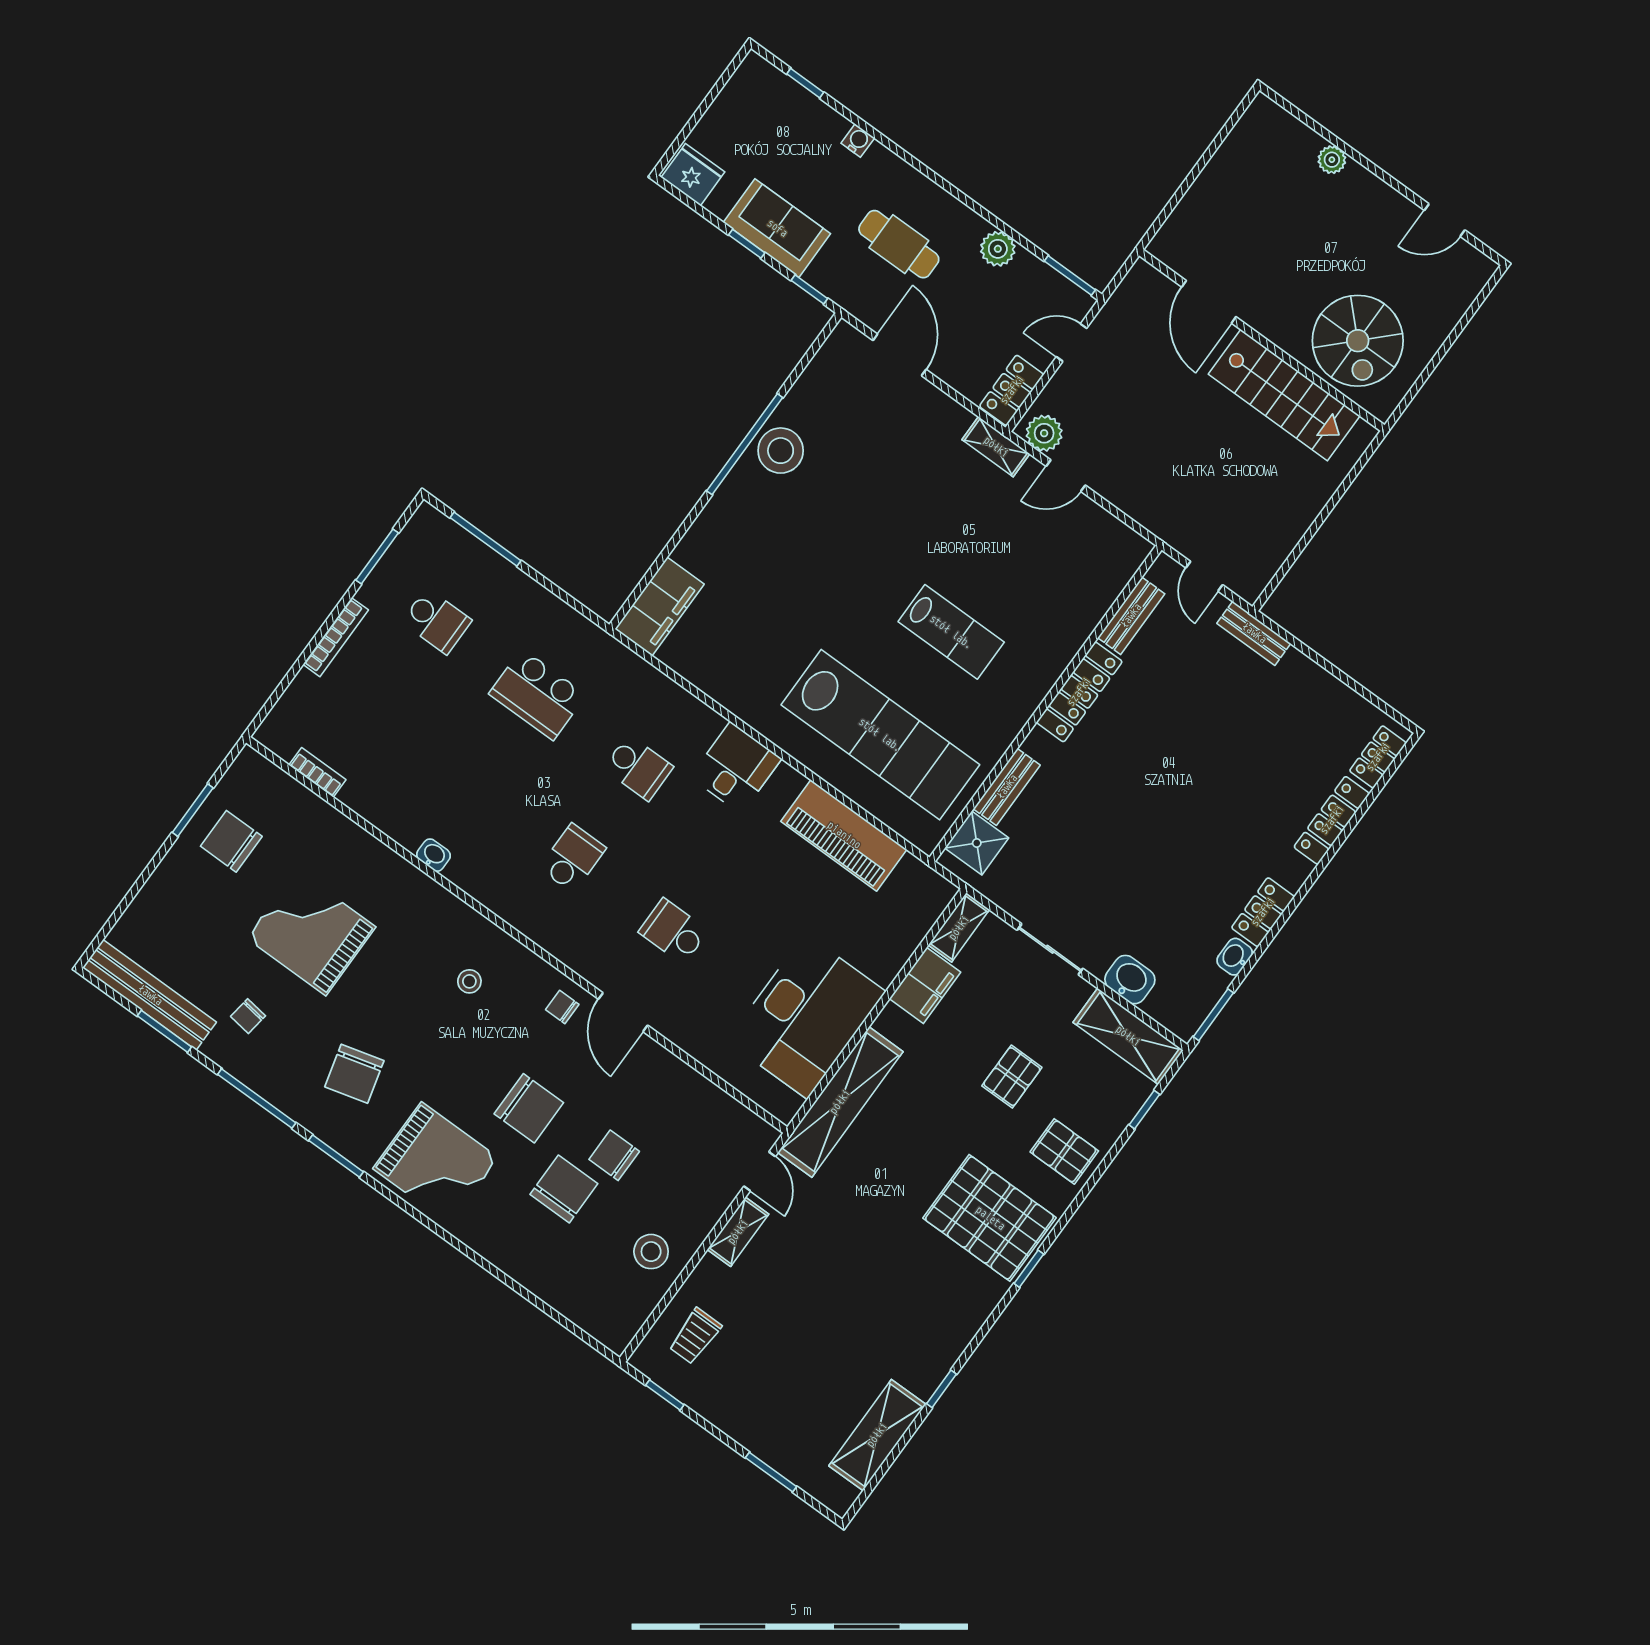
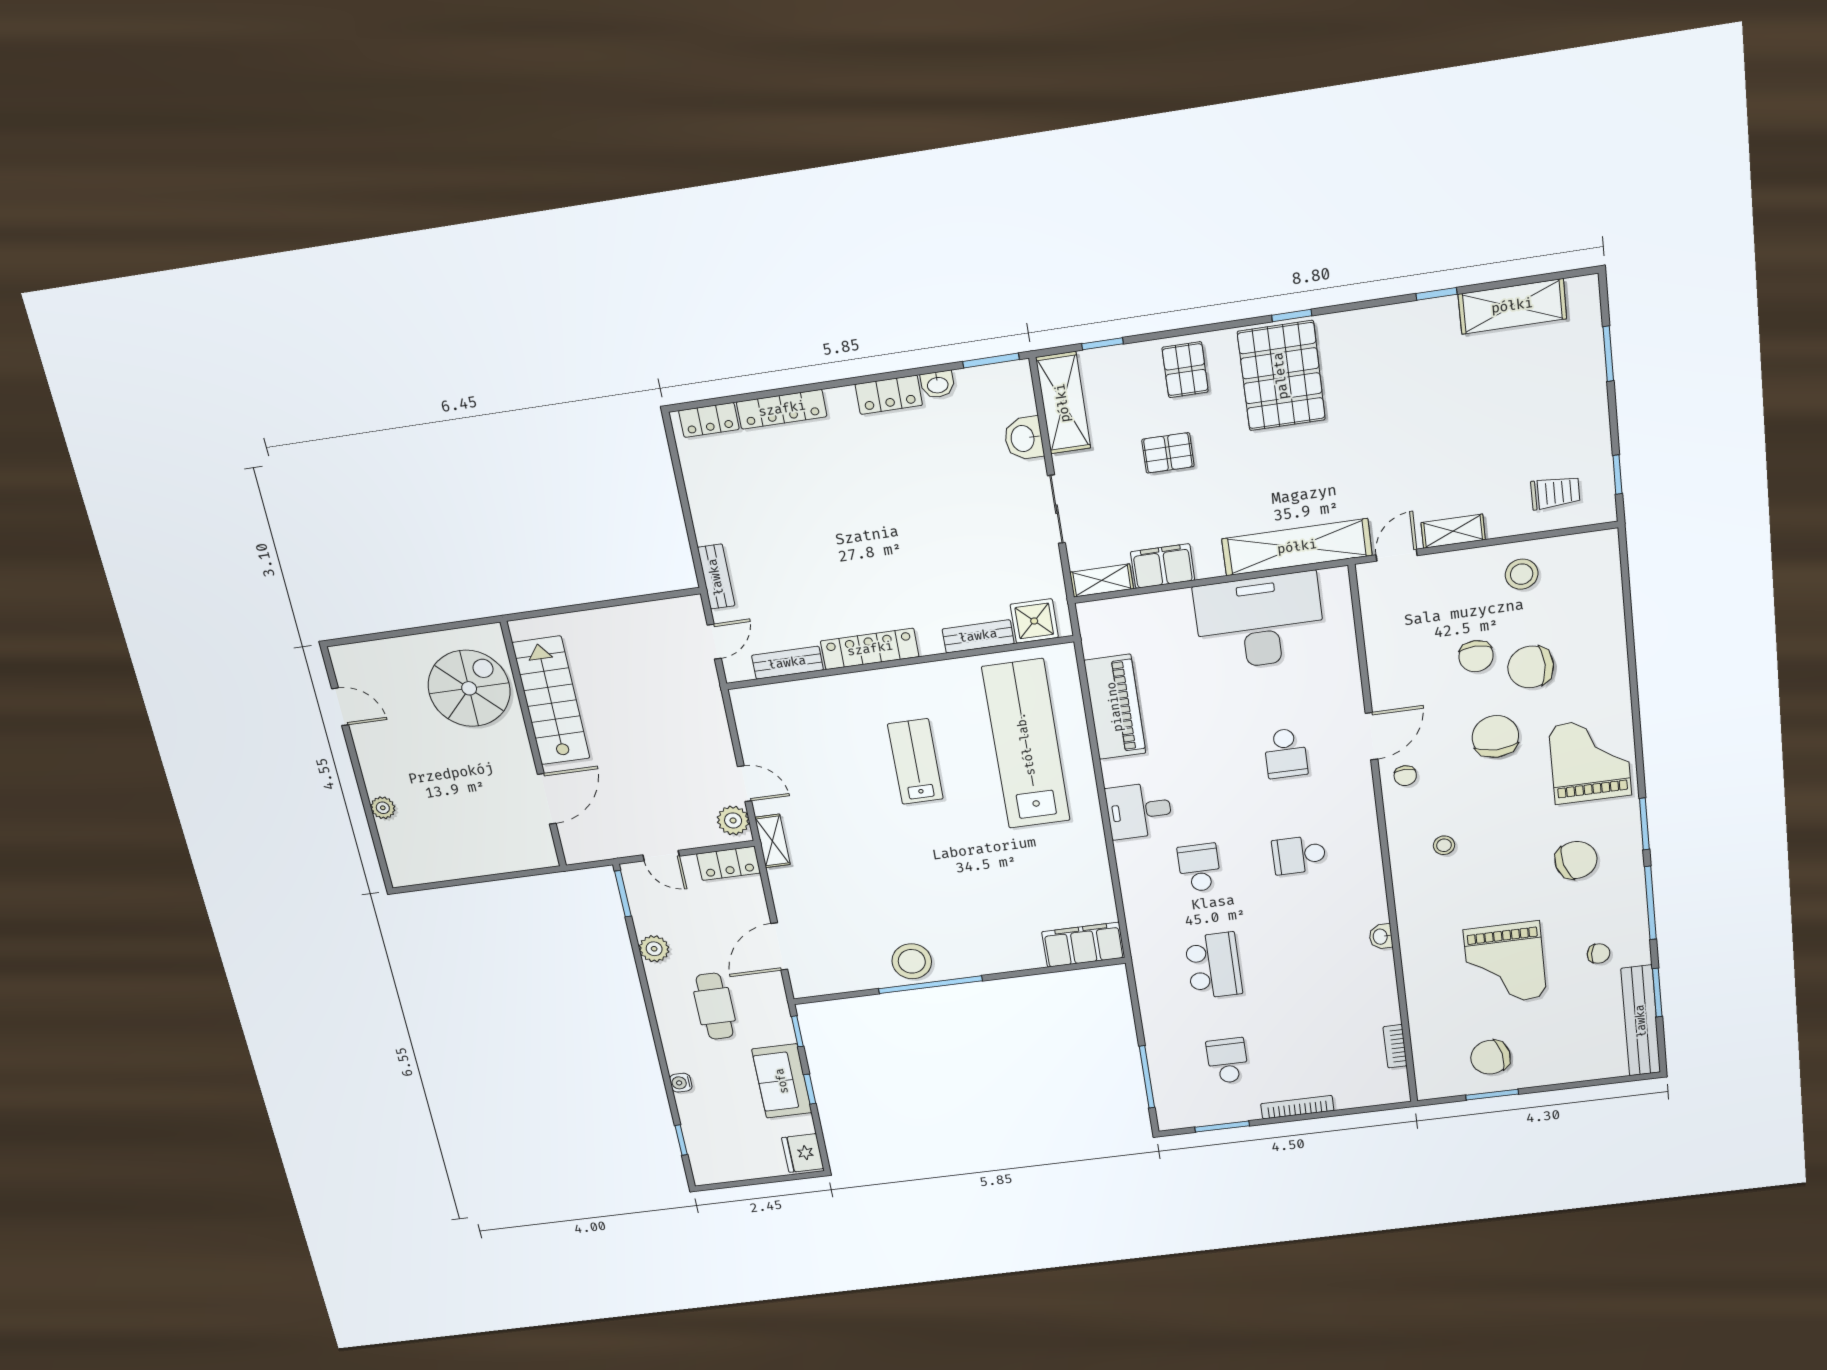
chair: (231, 841) -> (1490, 1057), turned 79

